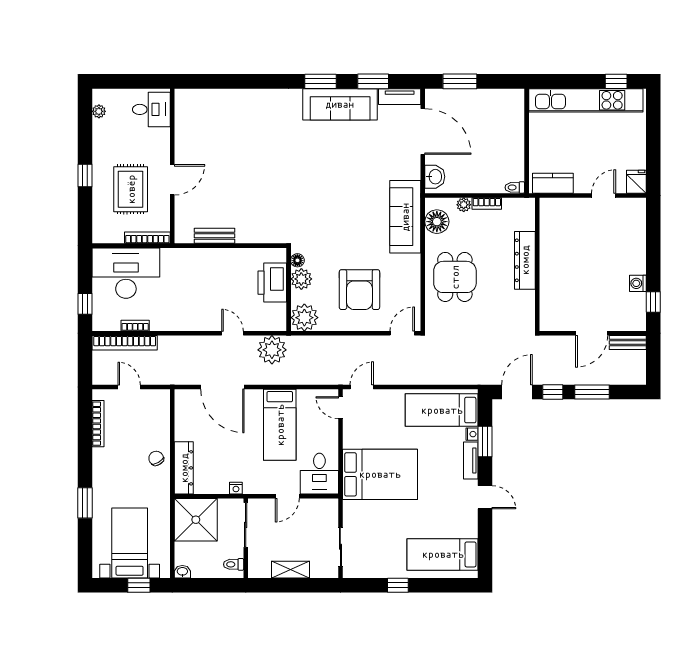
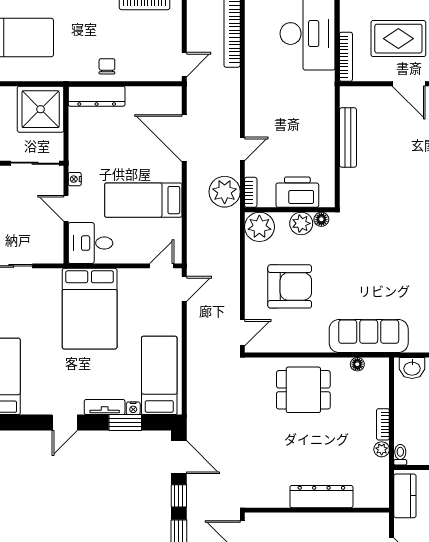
plant: (464, 205) -> (382, 449), moved
floor lamp: (437, 222) -> (357, 364), width x0.53, depth x0.53
bench: (215, 236) -> (348, 137), width x1.36
dresser: (525, 260) -> (321, 497), moved
wall: (537, 264) -> (317, 510), moved
armchair: (359, 290) -> (290, 286), turned 180
bookcase: (135, 326) -> (251, 192), moved
door: (402, 333) -> (242, 333), hinge flipped
door: (129, 387) -> (184, 65), moved
door: (222, 387) -> (184, 138), hinge flipped
door: (362, 387) -> (184, 289), hinge flipped
chair: (156, 458) -> (107, 66), turned -60
nightstand: (236, 488) -> (75, 179), moved

